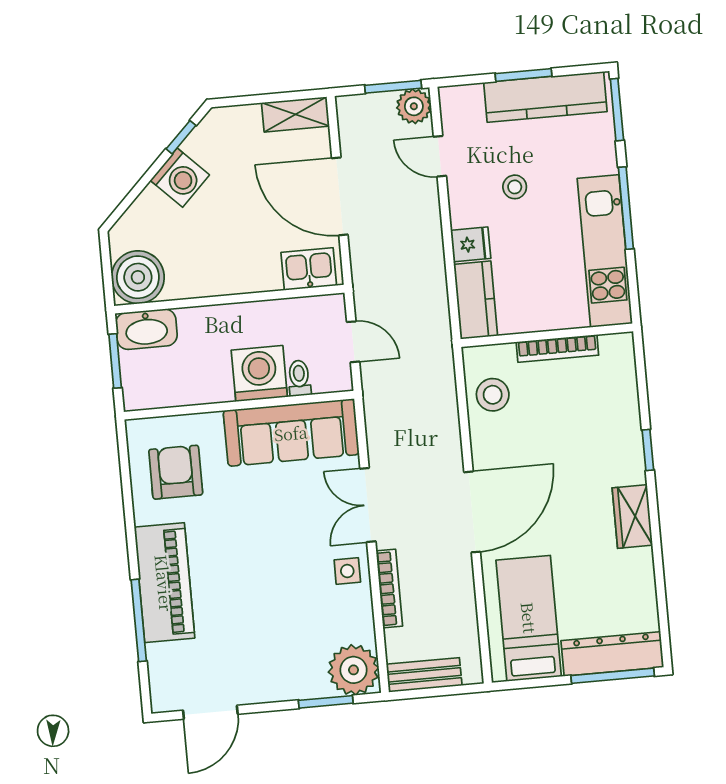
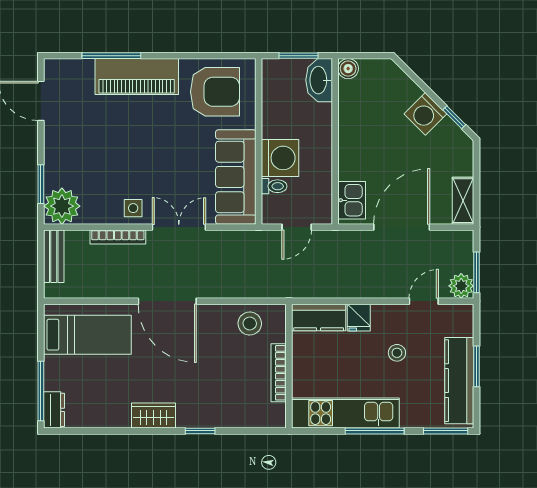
boiler: (138, 277) -> (348, 69), width x0.54, depth x0.54
armchair: (176, 472) -> (215, 92), width x1.36, depth x1.36
dresser: (612, 654) -> (54, 410), width x0.51, depth x0.80

